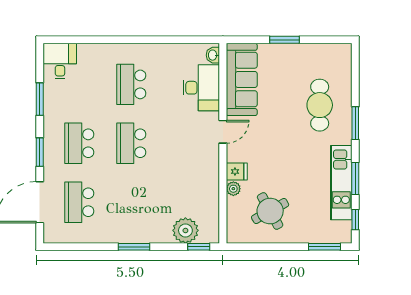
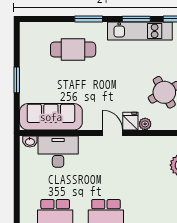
door: (223, 132) -> (113, 133), moved

